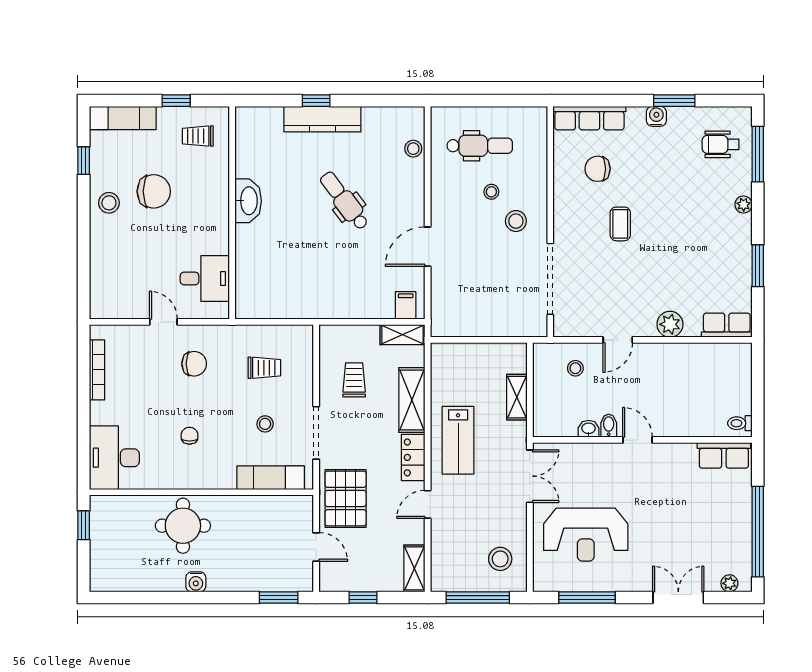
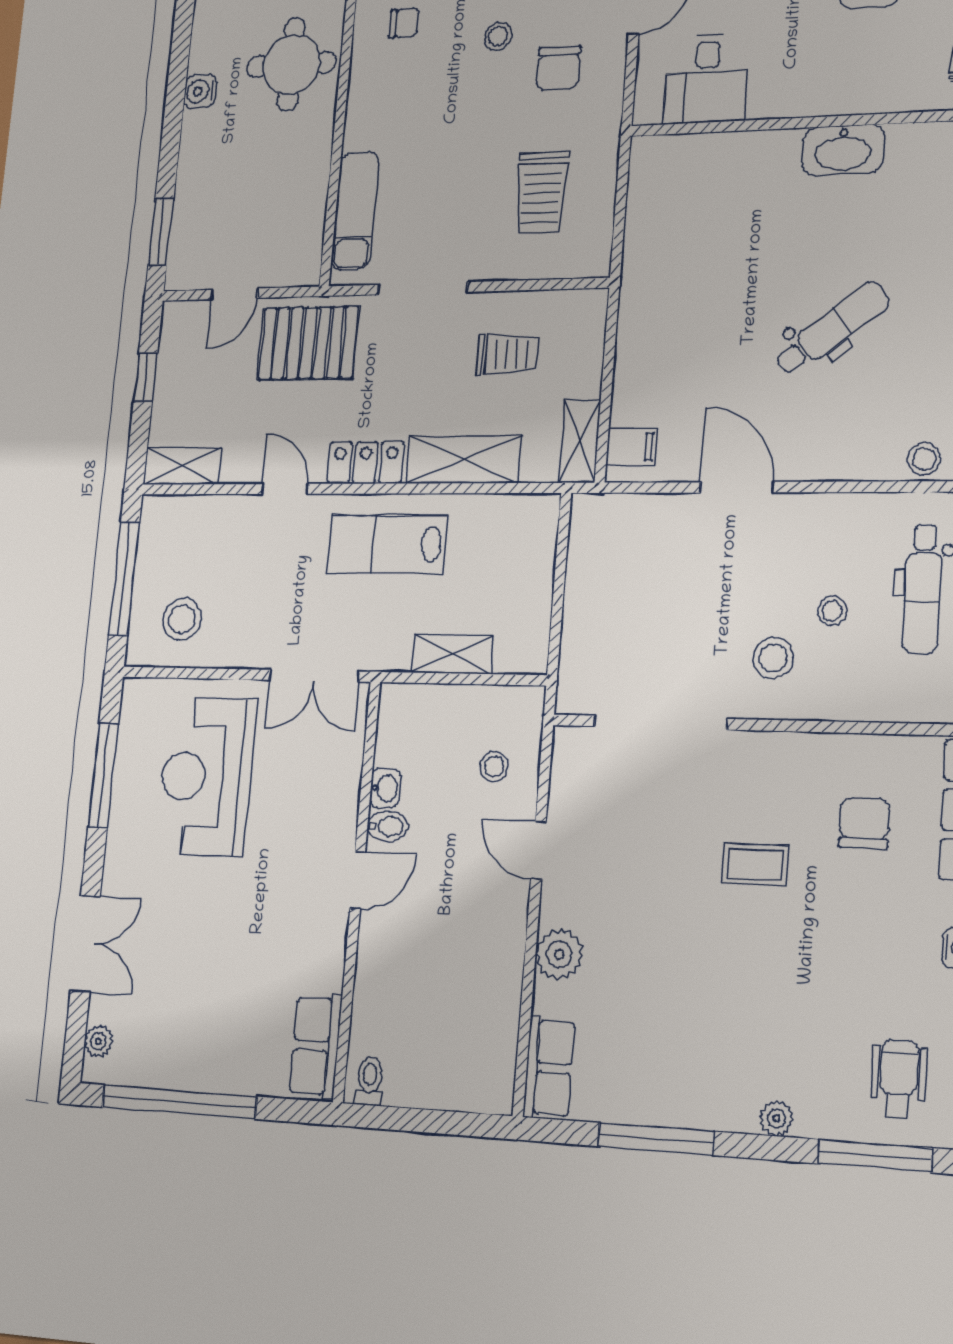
window: (758, 266) -> (656, 1139), width x1.44
trolley: (264, 368) -> (542, 192), width x1.36, depth x1.39
stool: (265, 424) -> (498, 36), moved
chair: (189, 436) -> (404, 23), moved

